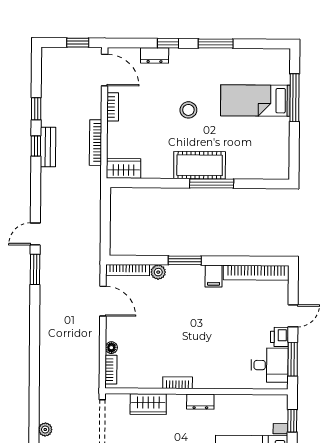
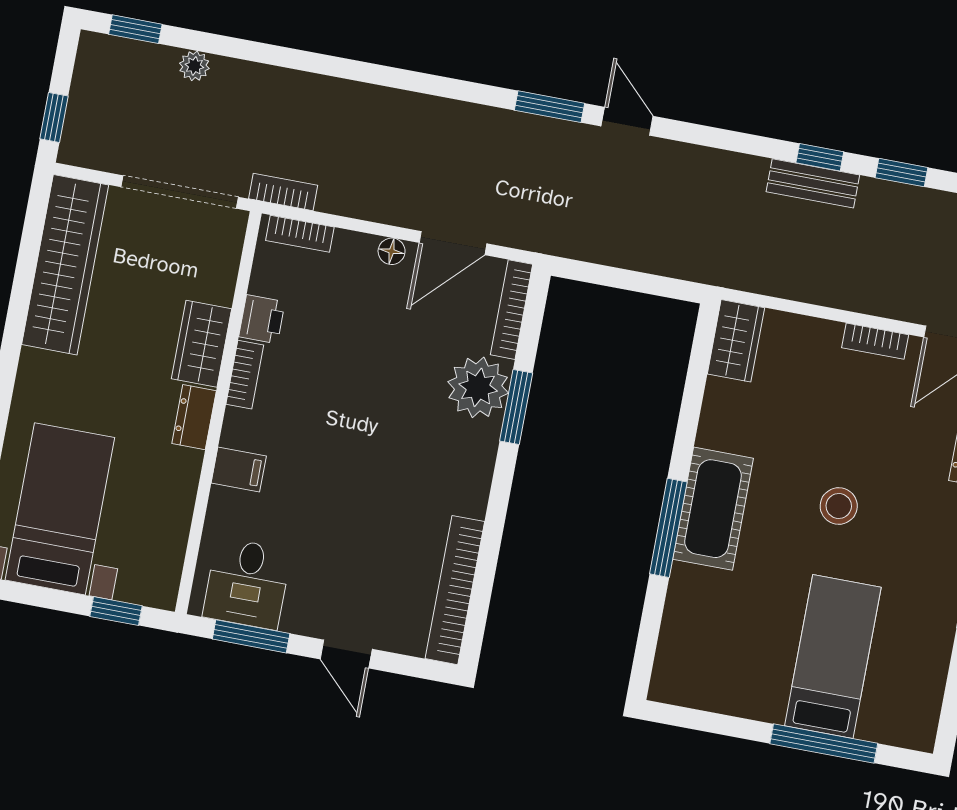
bookcase: (95, 143) -> (283, 192), moved, width x0.64
window: (185, 260) -> (516, 407), moved
plant: (158, 272) -> (478, 387), width x1.87, depth x1.87
filing cabinet: (214, 276) -> (239, 470), moved, turned 180
printer: (279, 337) -> (262, 319), moved, turned 90
floor lamp: (111, 348) -> (392, 251), moved
wardrobe: (148, 404) -> (201, 344), moved

